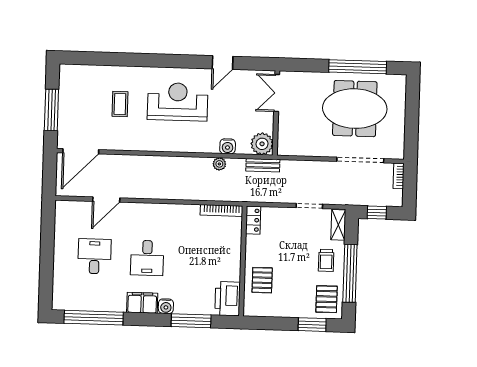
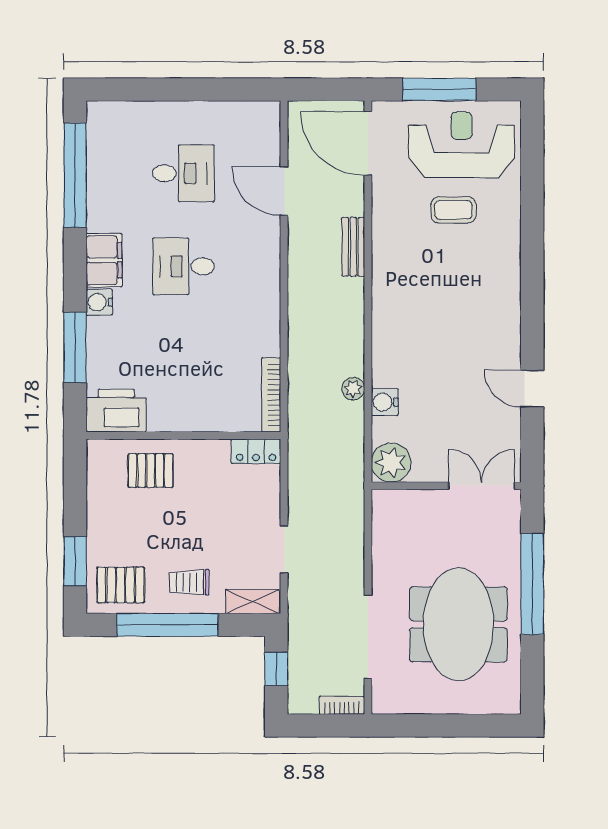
window: (358, 67) -> (532, 584), moved
reception desk: (178, 102) -> (462, 145), moved, turned -90
bench: (263, 165) -> (353, 247), moved

